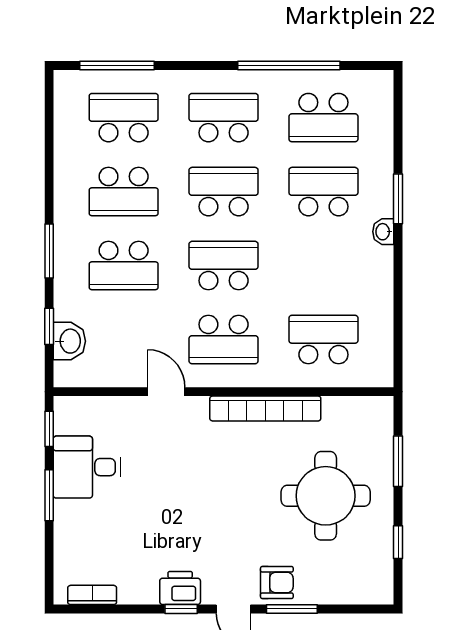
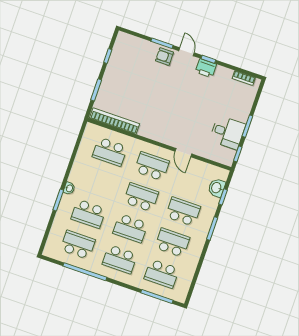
school desk: (224, 266) -> (141, 197), turned 180
bookcase: (265, 408) -> (114, 121), moved
round table: (326, 496) -> (131, 86), removed

